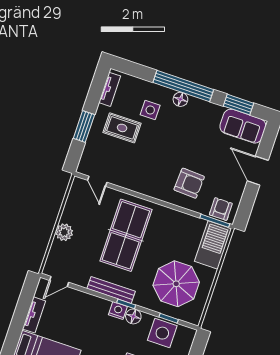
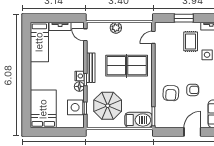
armchair: (221, 209) -> (193, 90), moved

